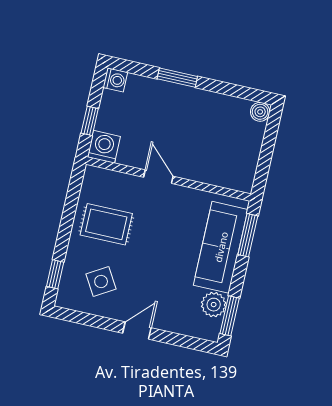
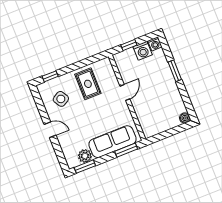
washing machine: (104, 147) -> (143, 51), moved, turned 90

